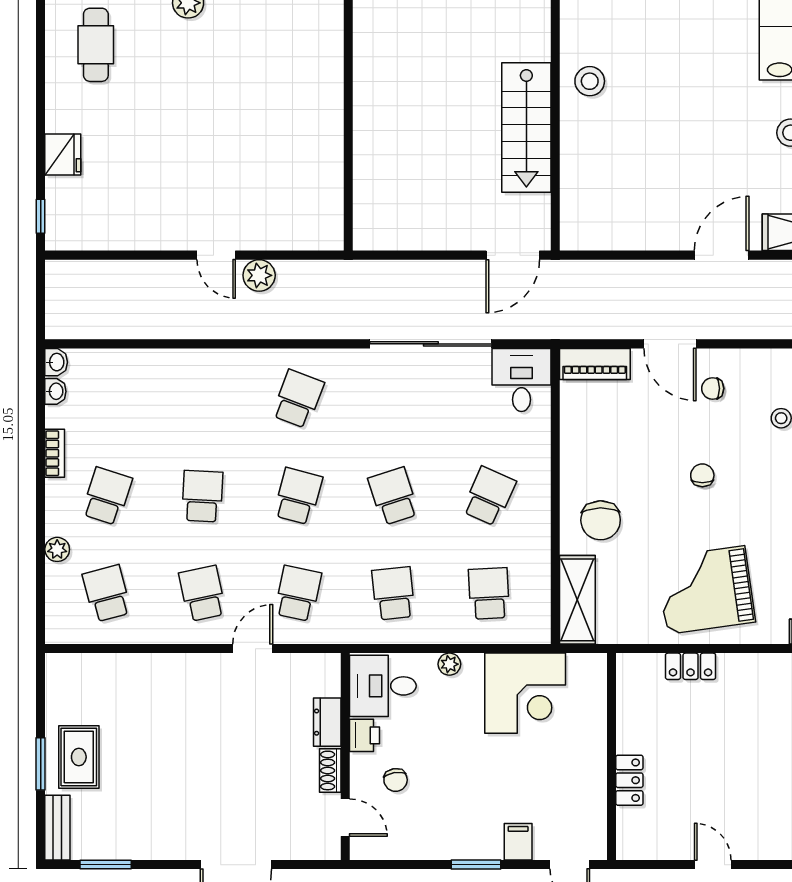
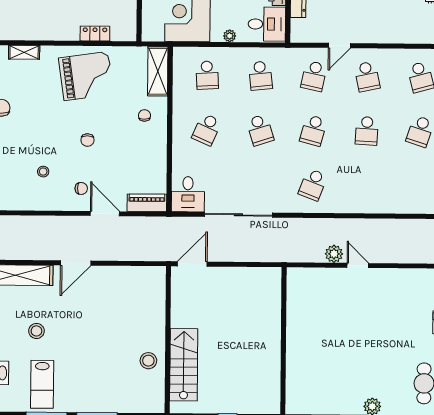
stairs: (526, 127) -> (184, 365), moved
chair: (601, 520) -> (144, 115), width x0.54, depth x0.54

